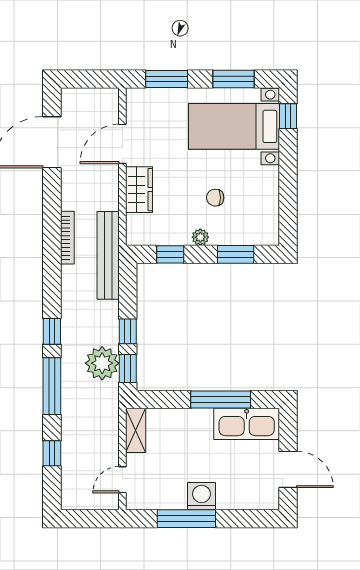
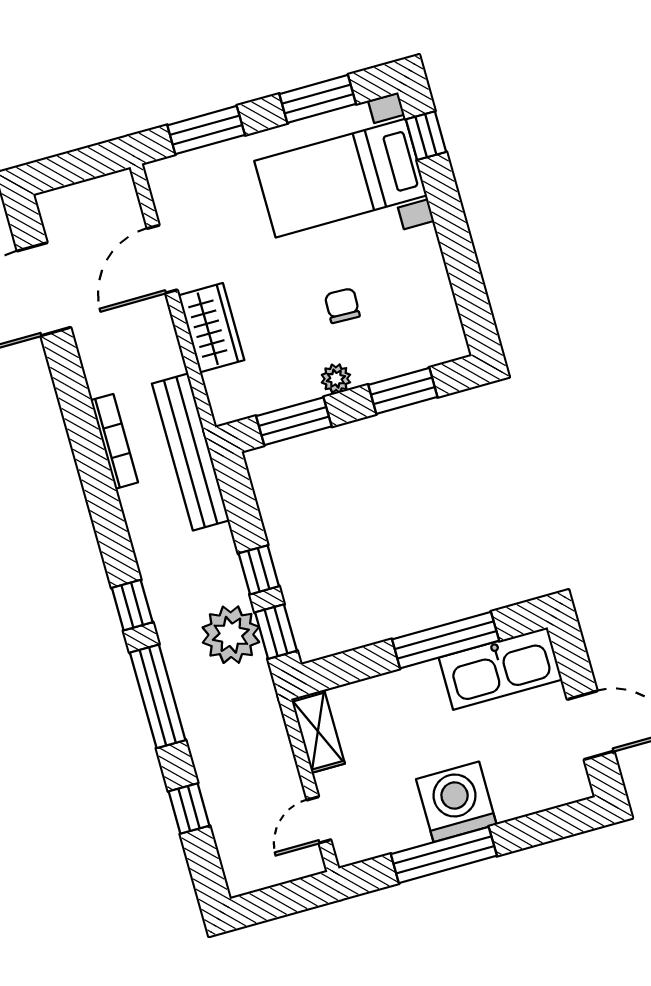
chair: (215, 198) -> (342, 306), turned 92
window: (170, 254) -> (294, 421), width x1.50
washing machine: (202, 496) -> (456, 802), width x1.37, depth x1.37

